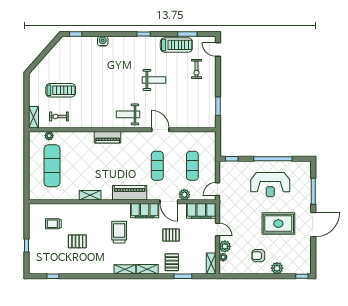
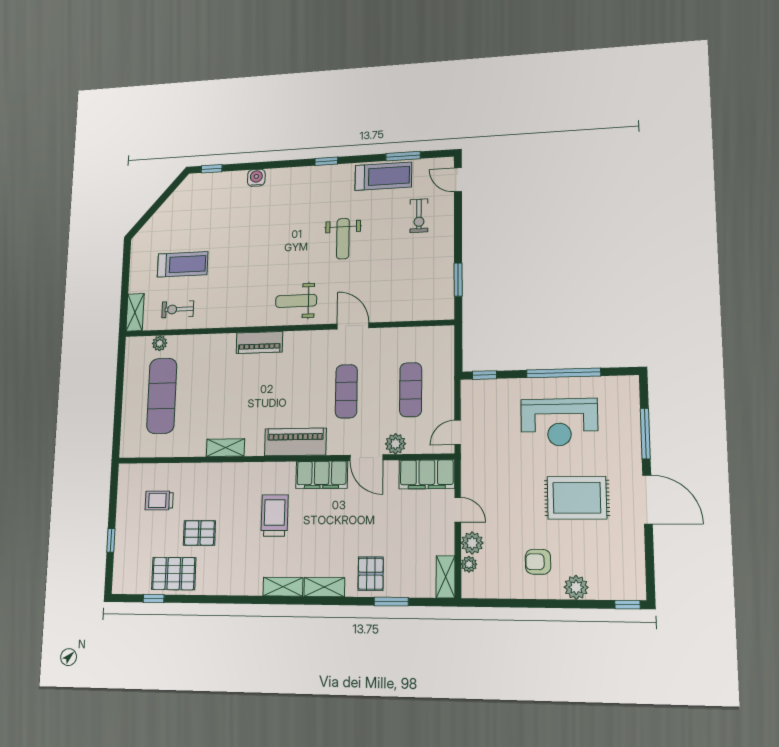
weight bench: (154, 80) -> (343, 239), turned 90
door: (313, 225) -> (648, 500), hinge flipped
pallet: (171, 235) -> (174, 574), moved, width x1.50, depth x1.42

